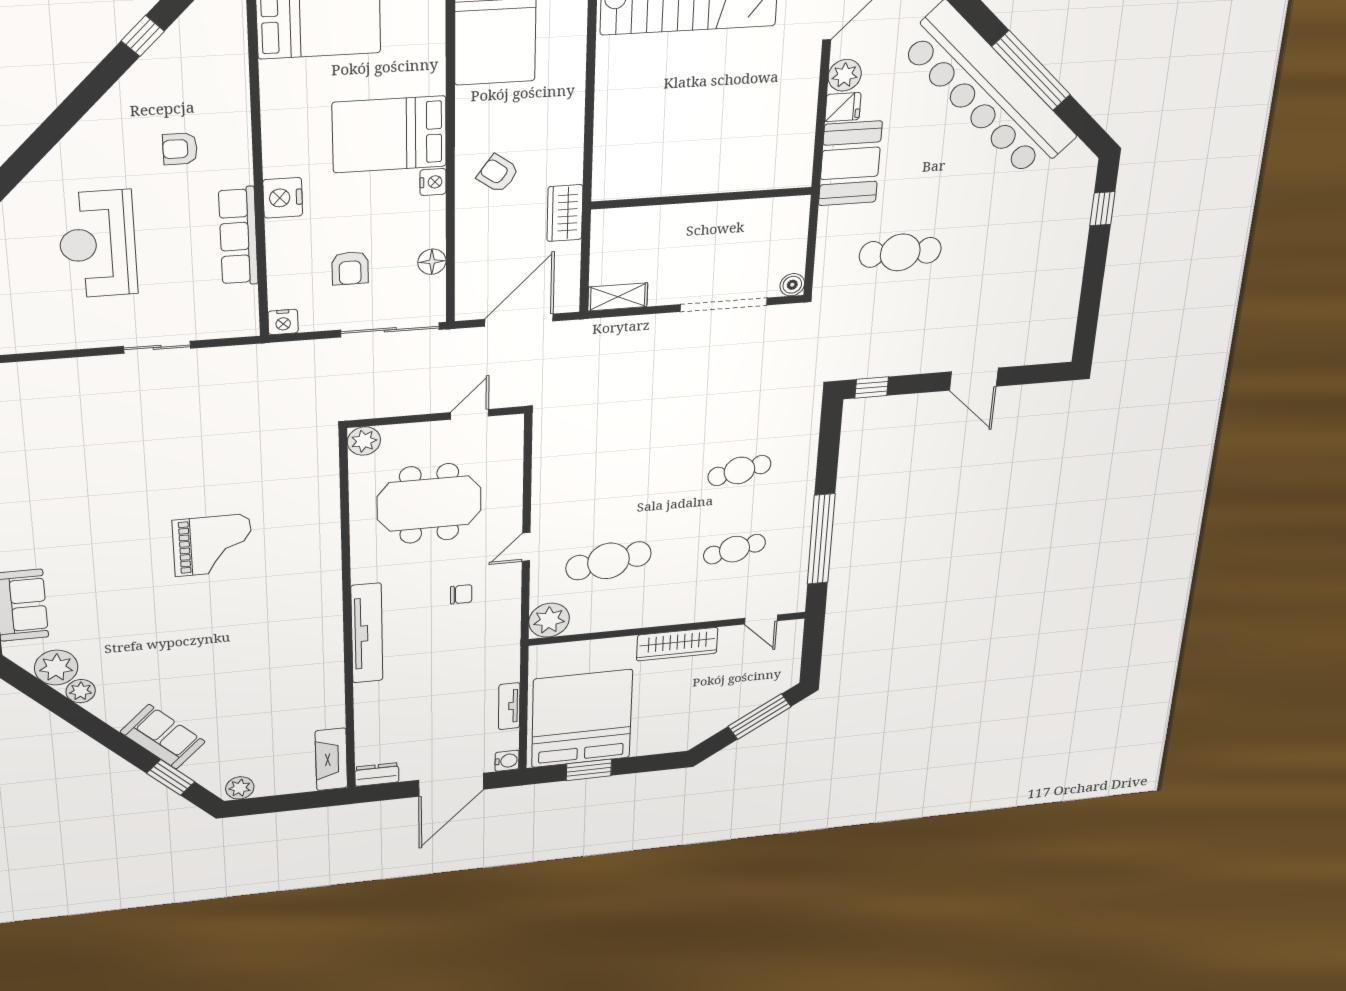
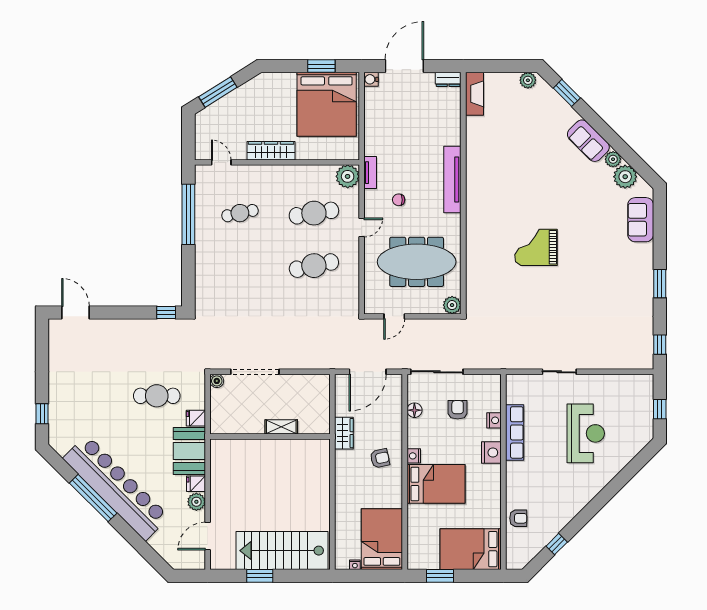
armchair: (180, 149) -> (518, 518), moved
armchair: (498, 174) -> (380, 458), turned -48
fridge: (834, 220) -> (196, 418), added
shelving: (618, 297) -> (281, 427), moved
nightstand: (283, 322) -> (494, 420), moved, turned 90
door: (974, 379) -> (75, 312), moved
cafe table: (739, 471) -> (314, 266), moved, width x1.37, depth x1.35
meeting table: (429, 504) -> (417, 262), width x1.36
tv unit: (509, 706) -> (370, 173), moved
sofa: (163, 737) -> (588, 141), moved

